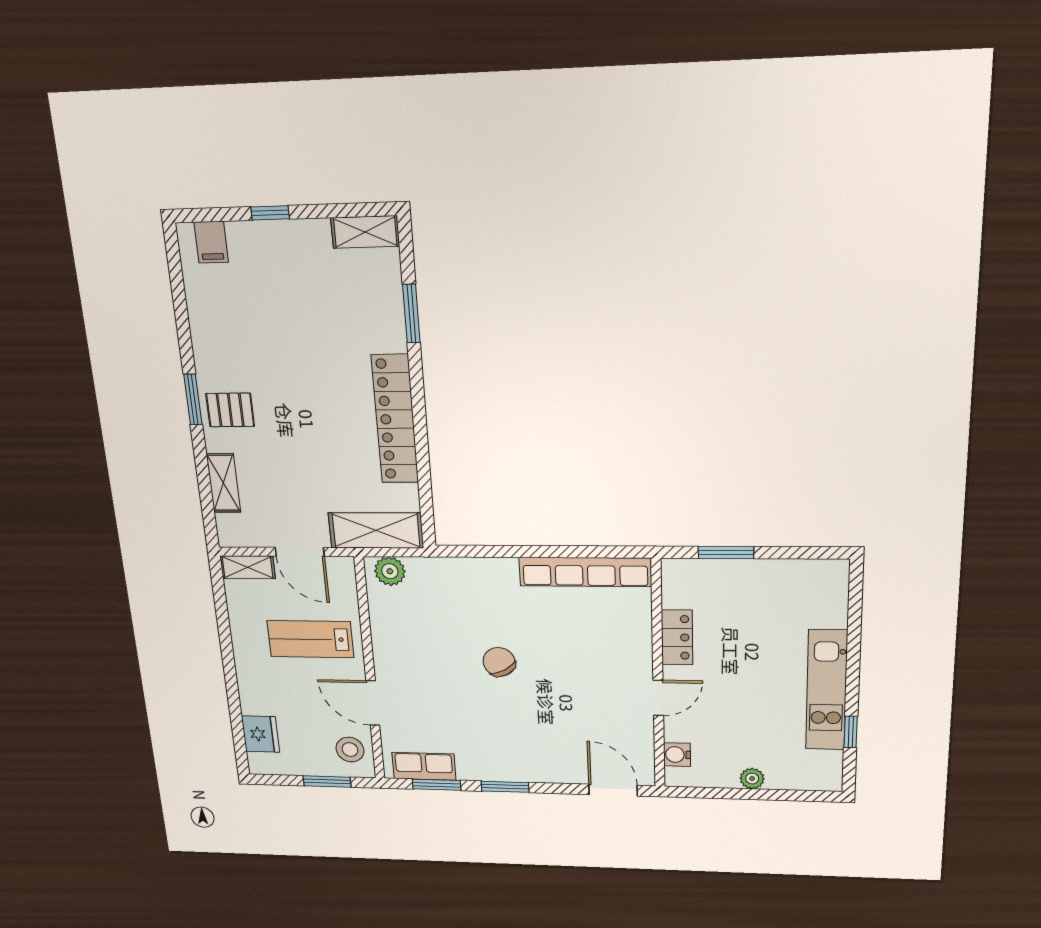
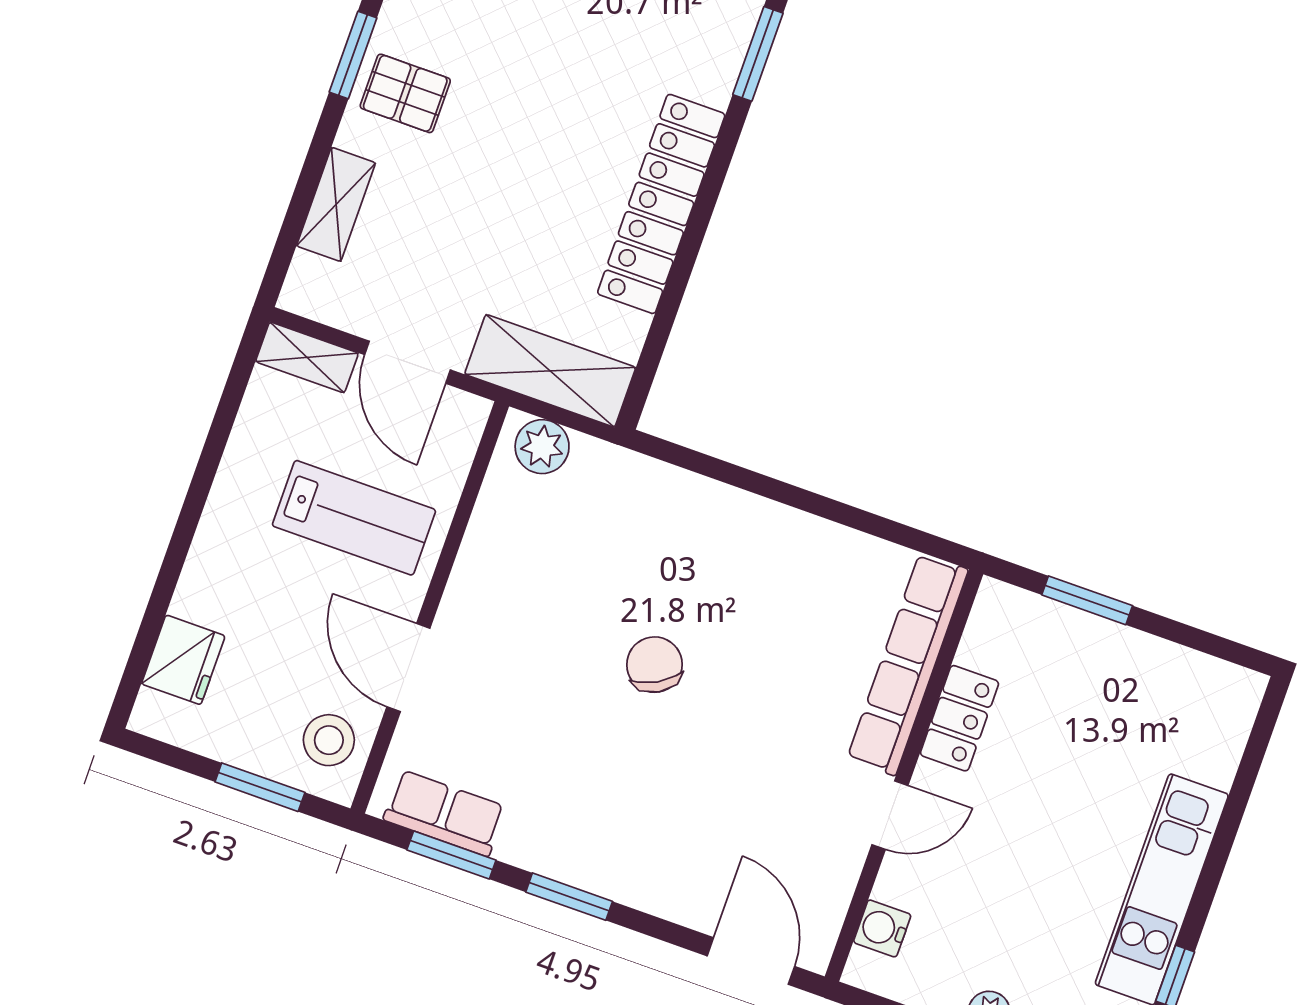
row of seats: (585, 572) -> (908, 664), moved, turned 90
lab bench: (310, 639) -> (354, 518), turned 180

